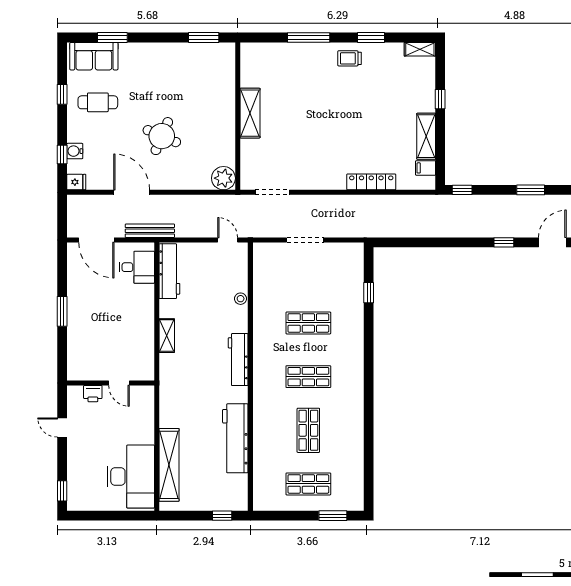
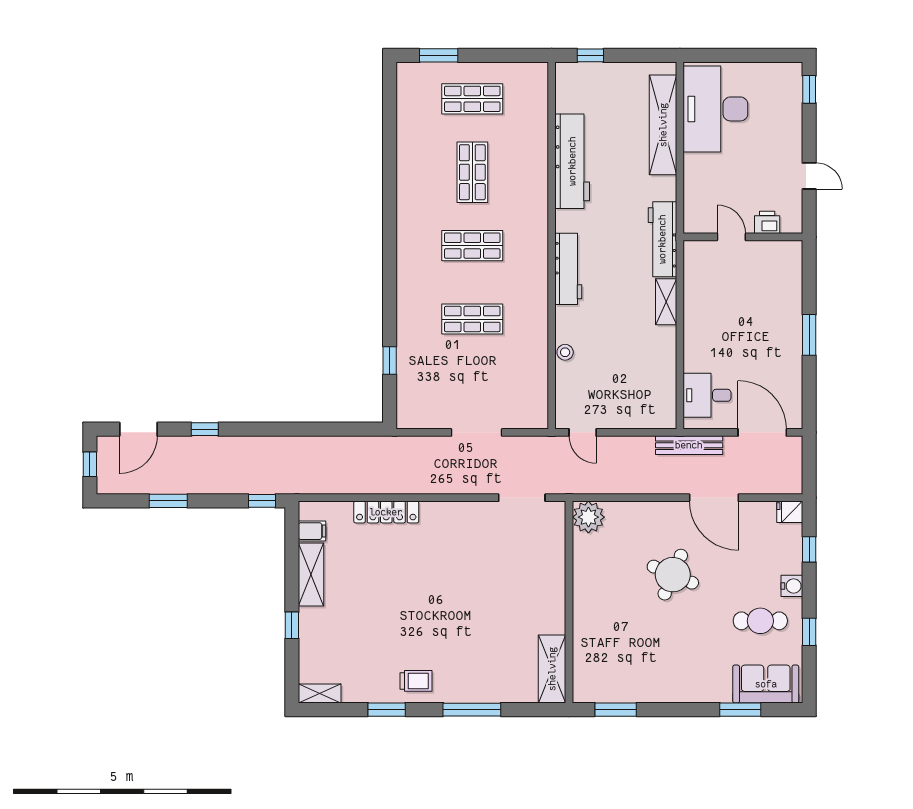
shelving: (250, 113) -> (552, 669), moved
water cooler: (75, 151) -> (792, 586), moved
workbench: (169, 271) -> (662, 239), moved

